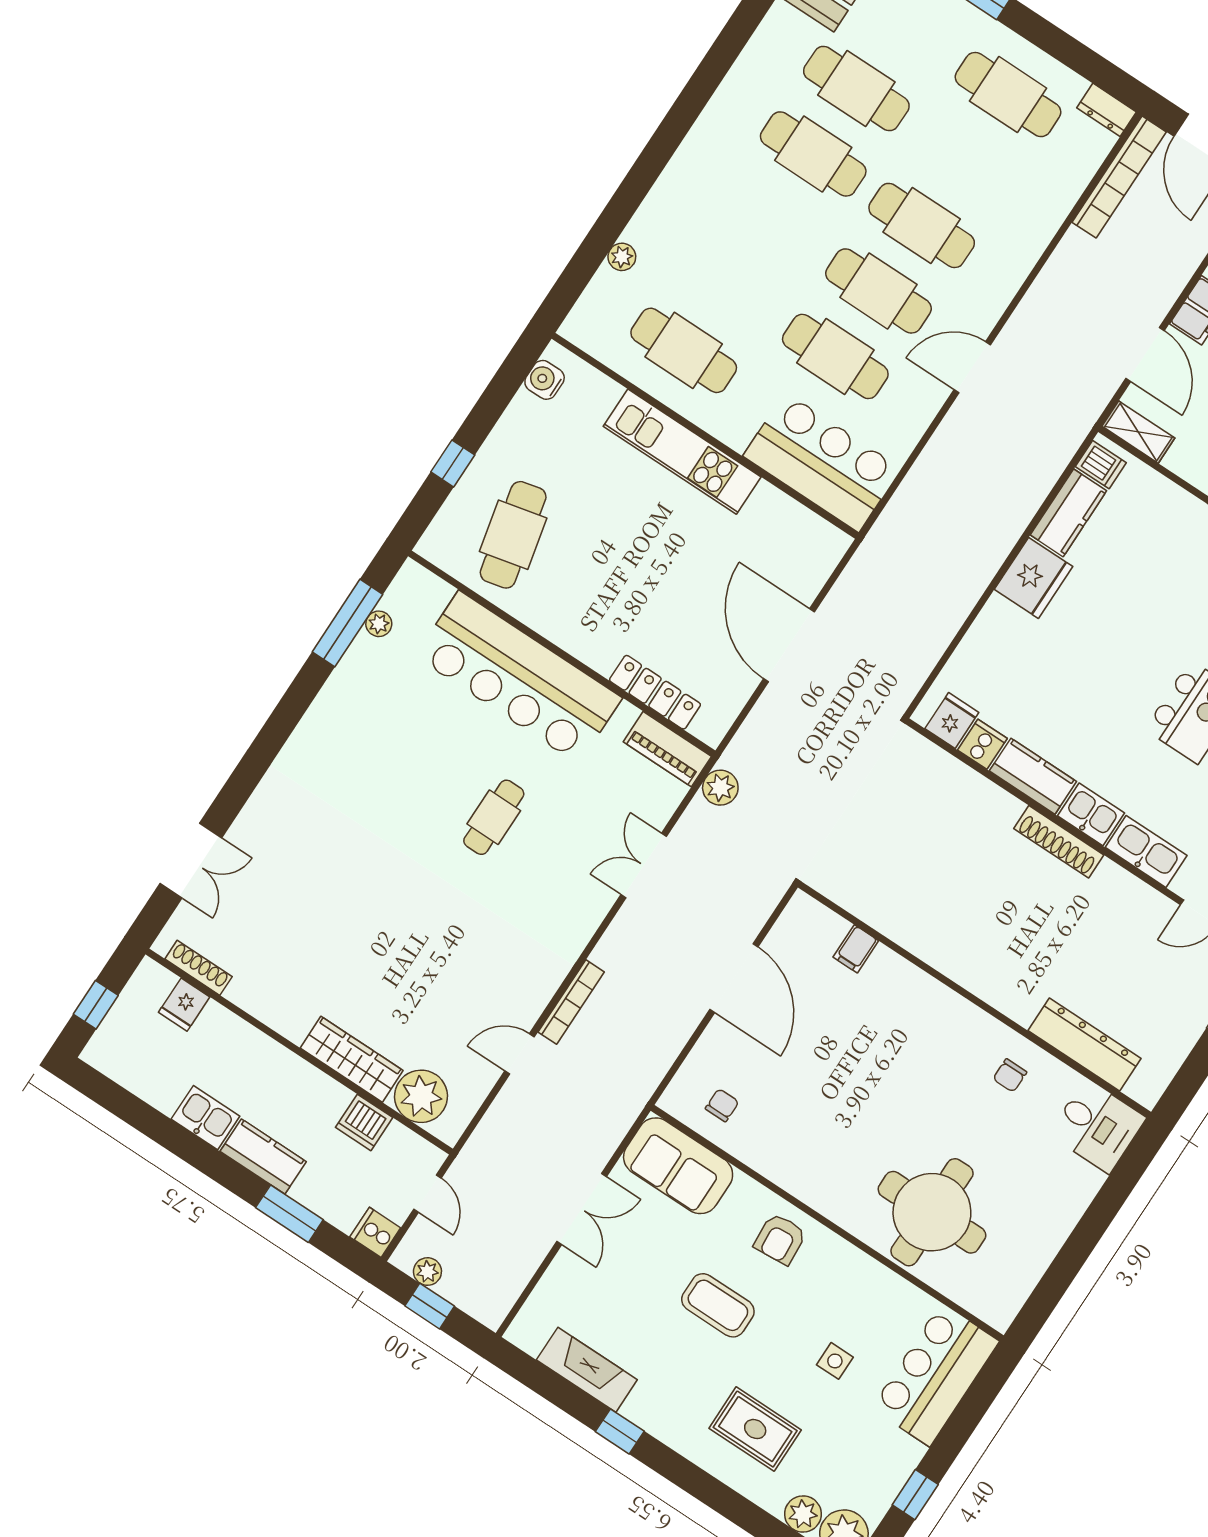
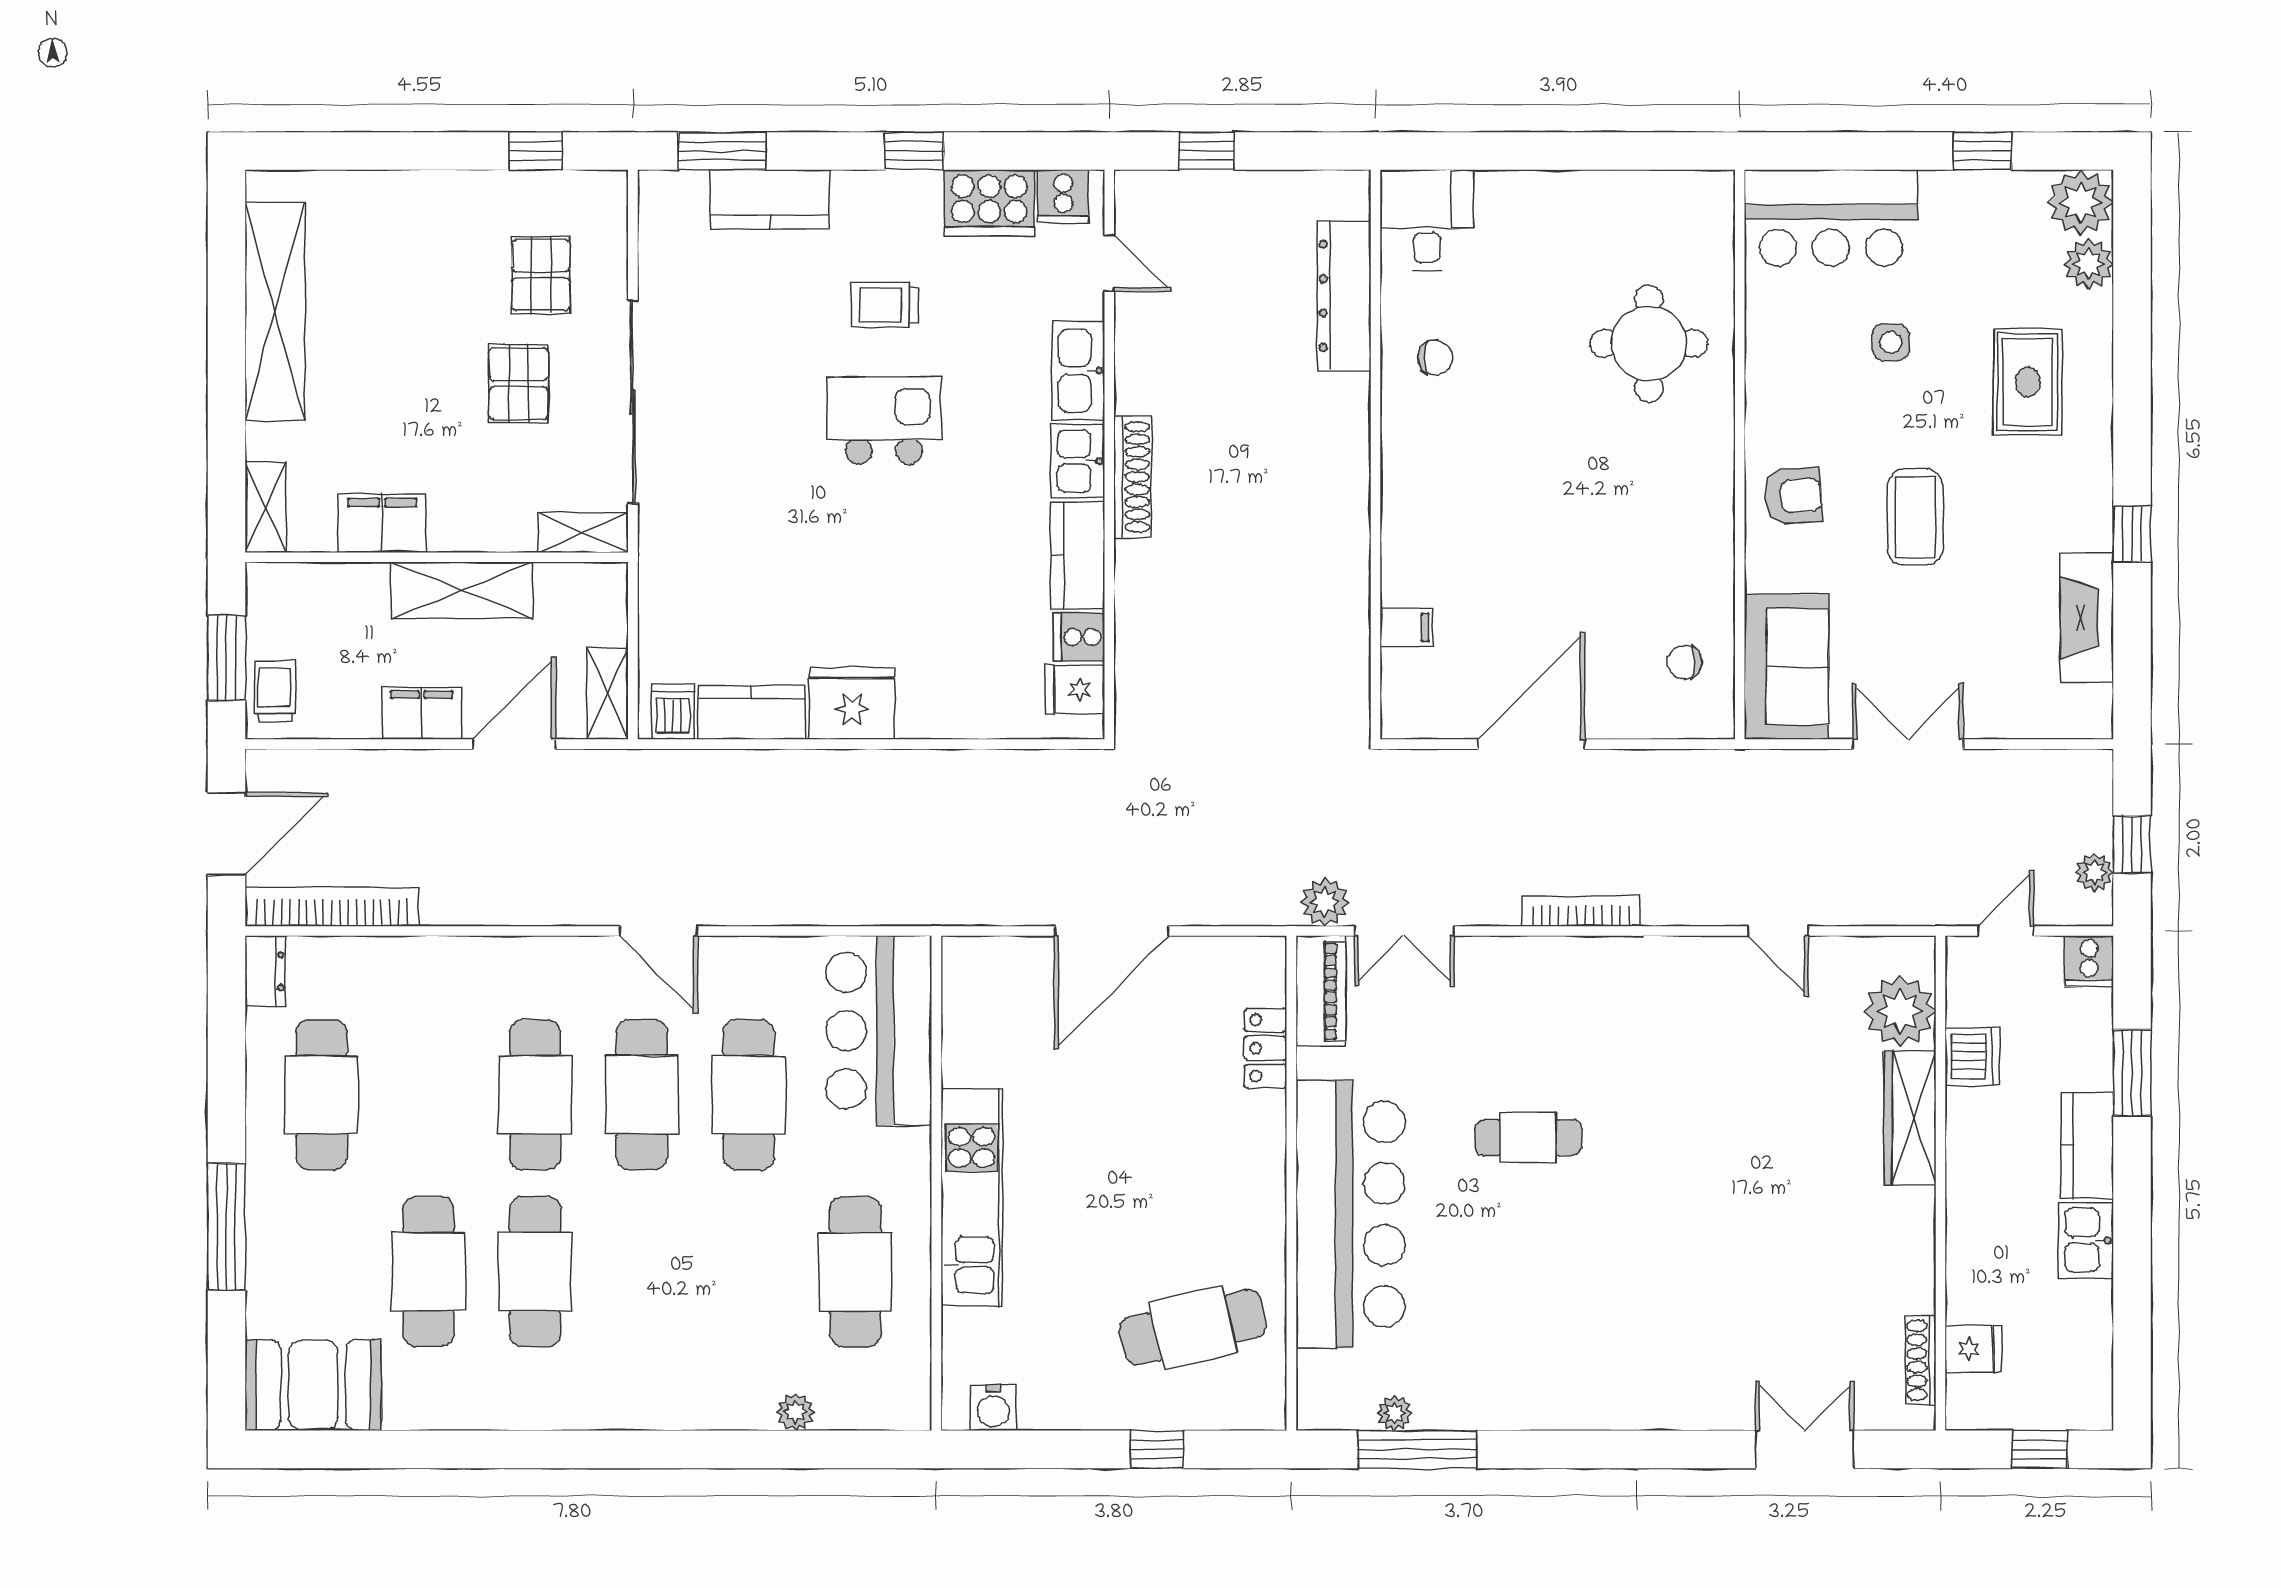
locker: (655, 692) -> (1265, 1048), width x0.66
double door: (644, 865) -> (1404, 931), moved
bookcase: (571, 1002) -> (1581, 911), moved
round table: (932, 1212) -> (1649, 343), width x0.73, depth x0.73

